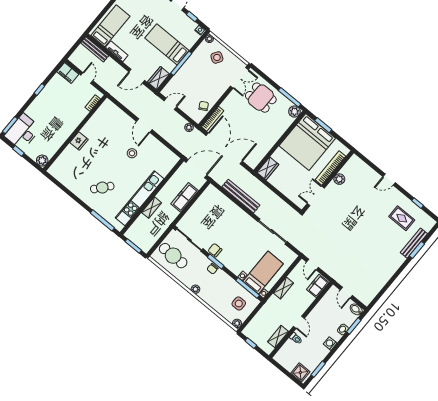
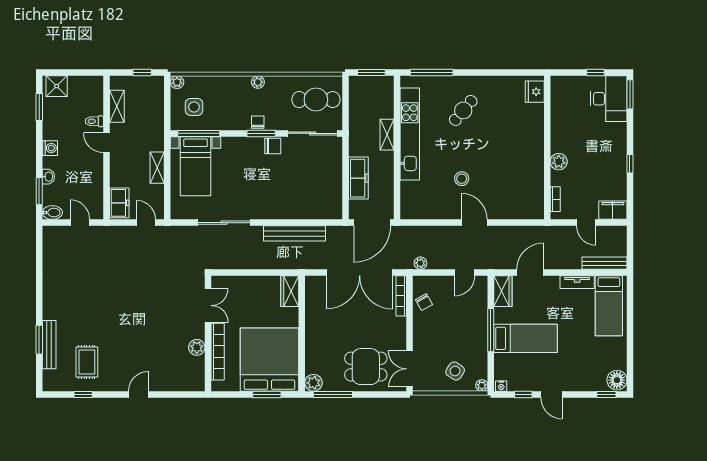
fridge: (79, 141) -> (535, 92), moved
plant: (42, 161) -> (559, 162), moved
rug: (402, 218) -> (87, 362), turned 90

